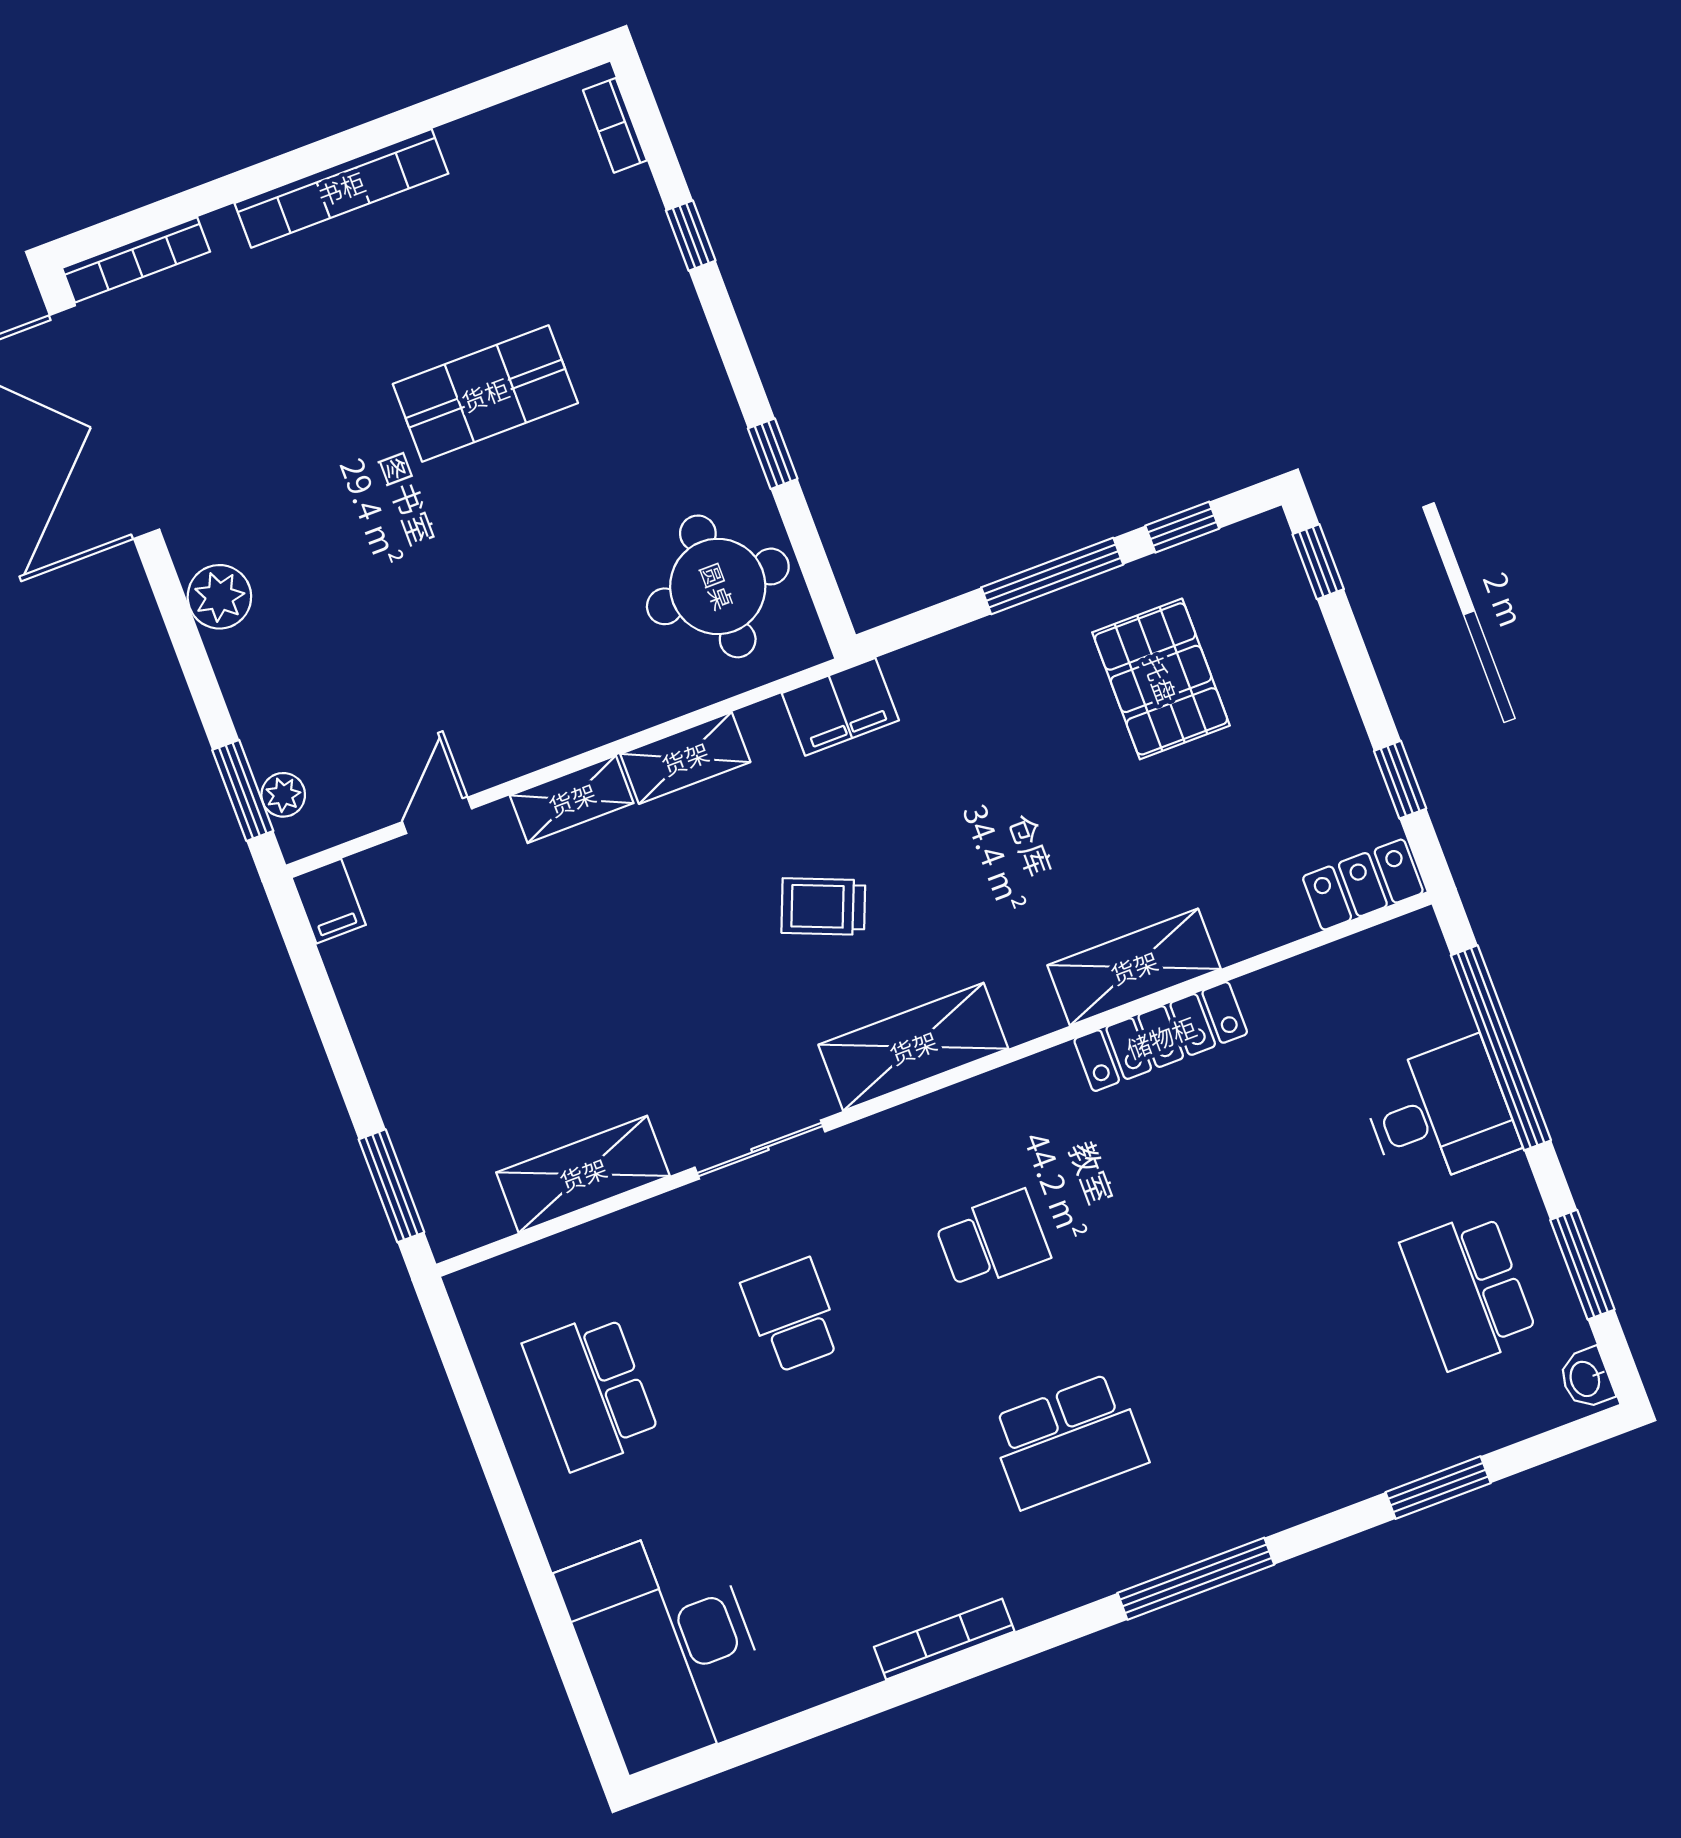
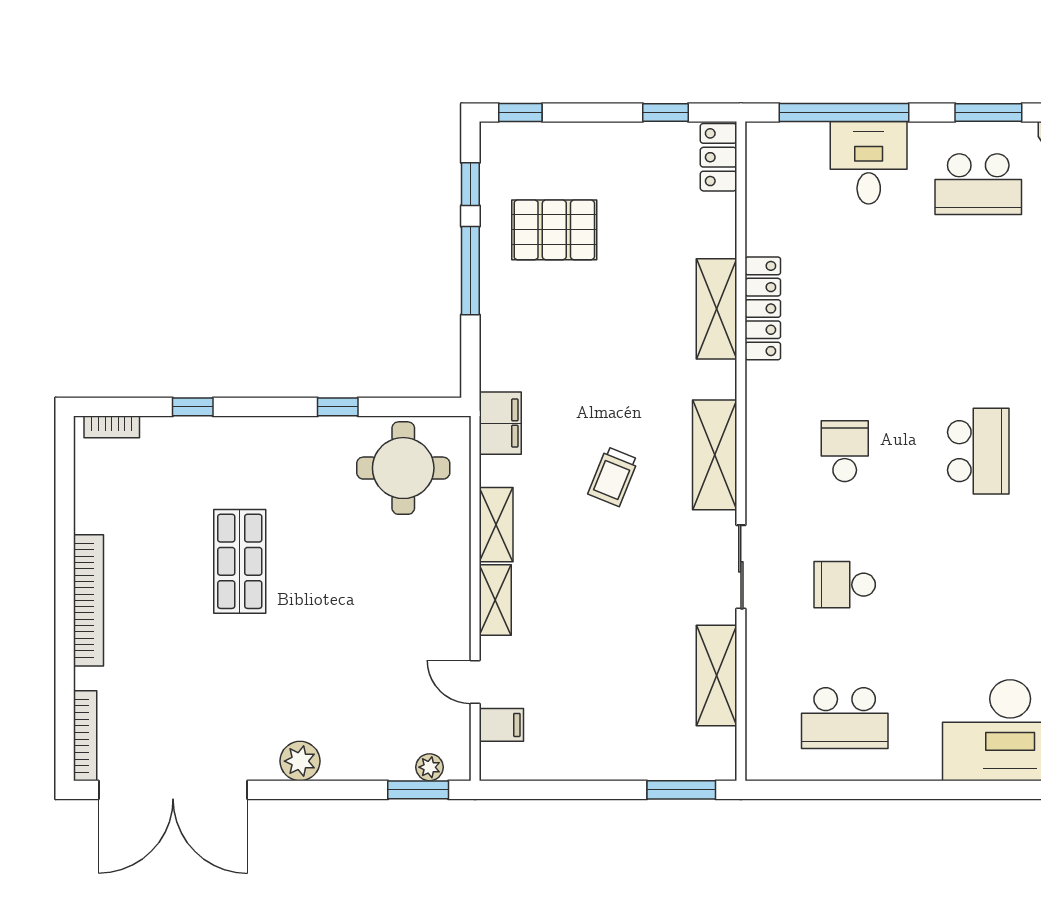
filing cabinet: (329, 901) -> (501, 725), moved

